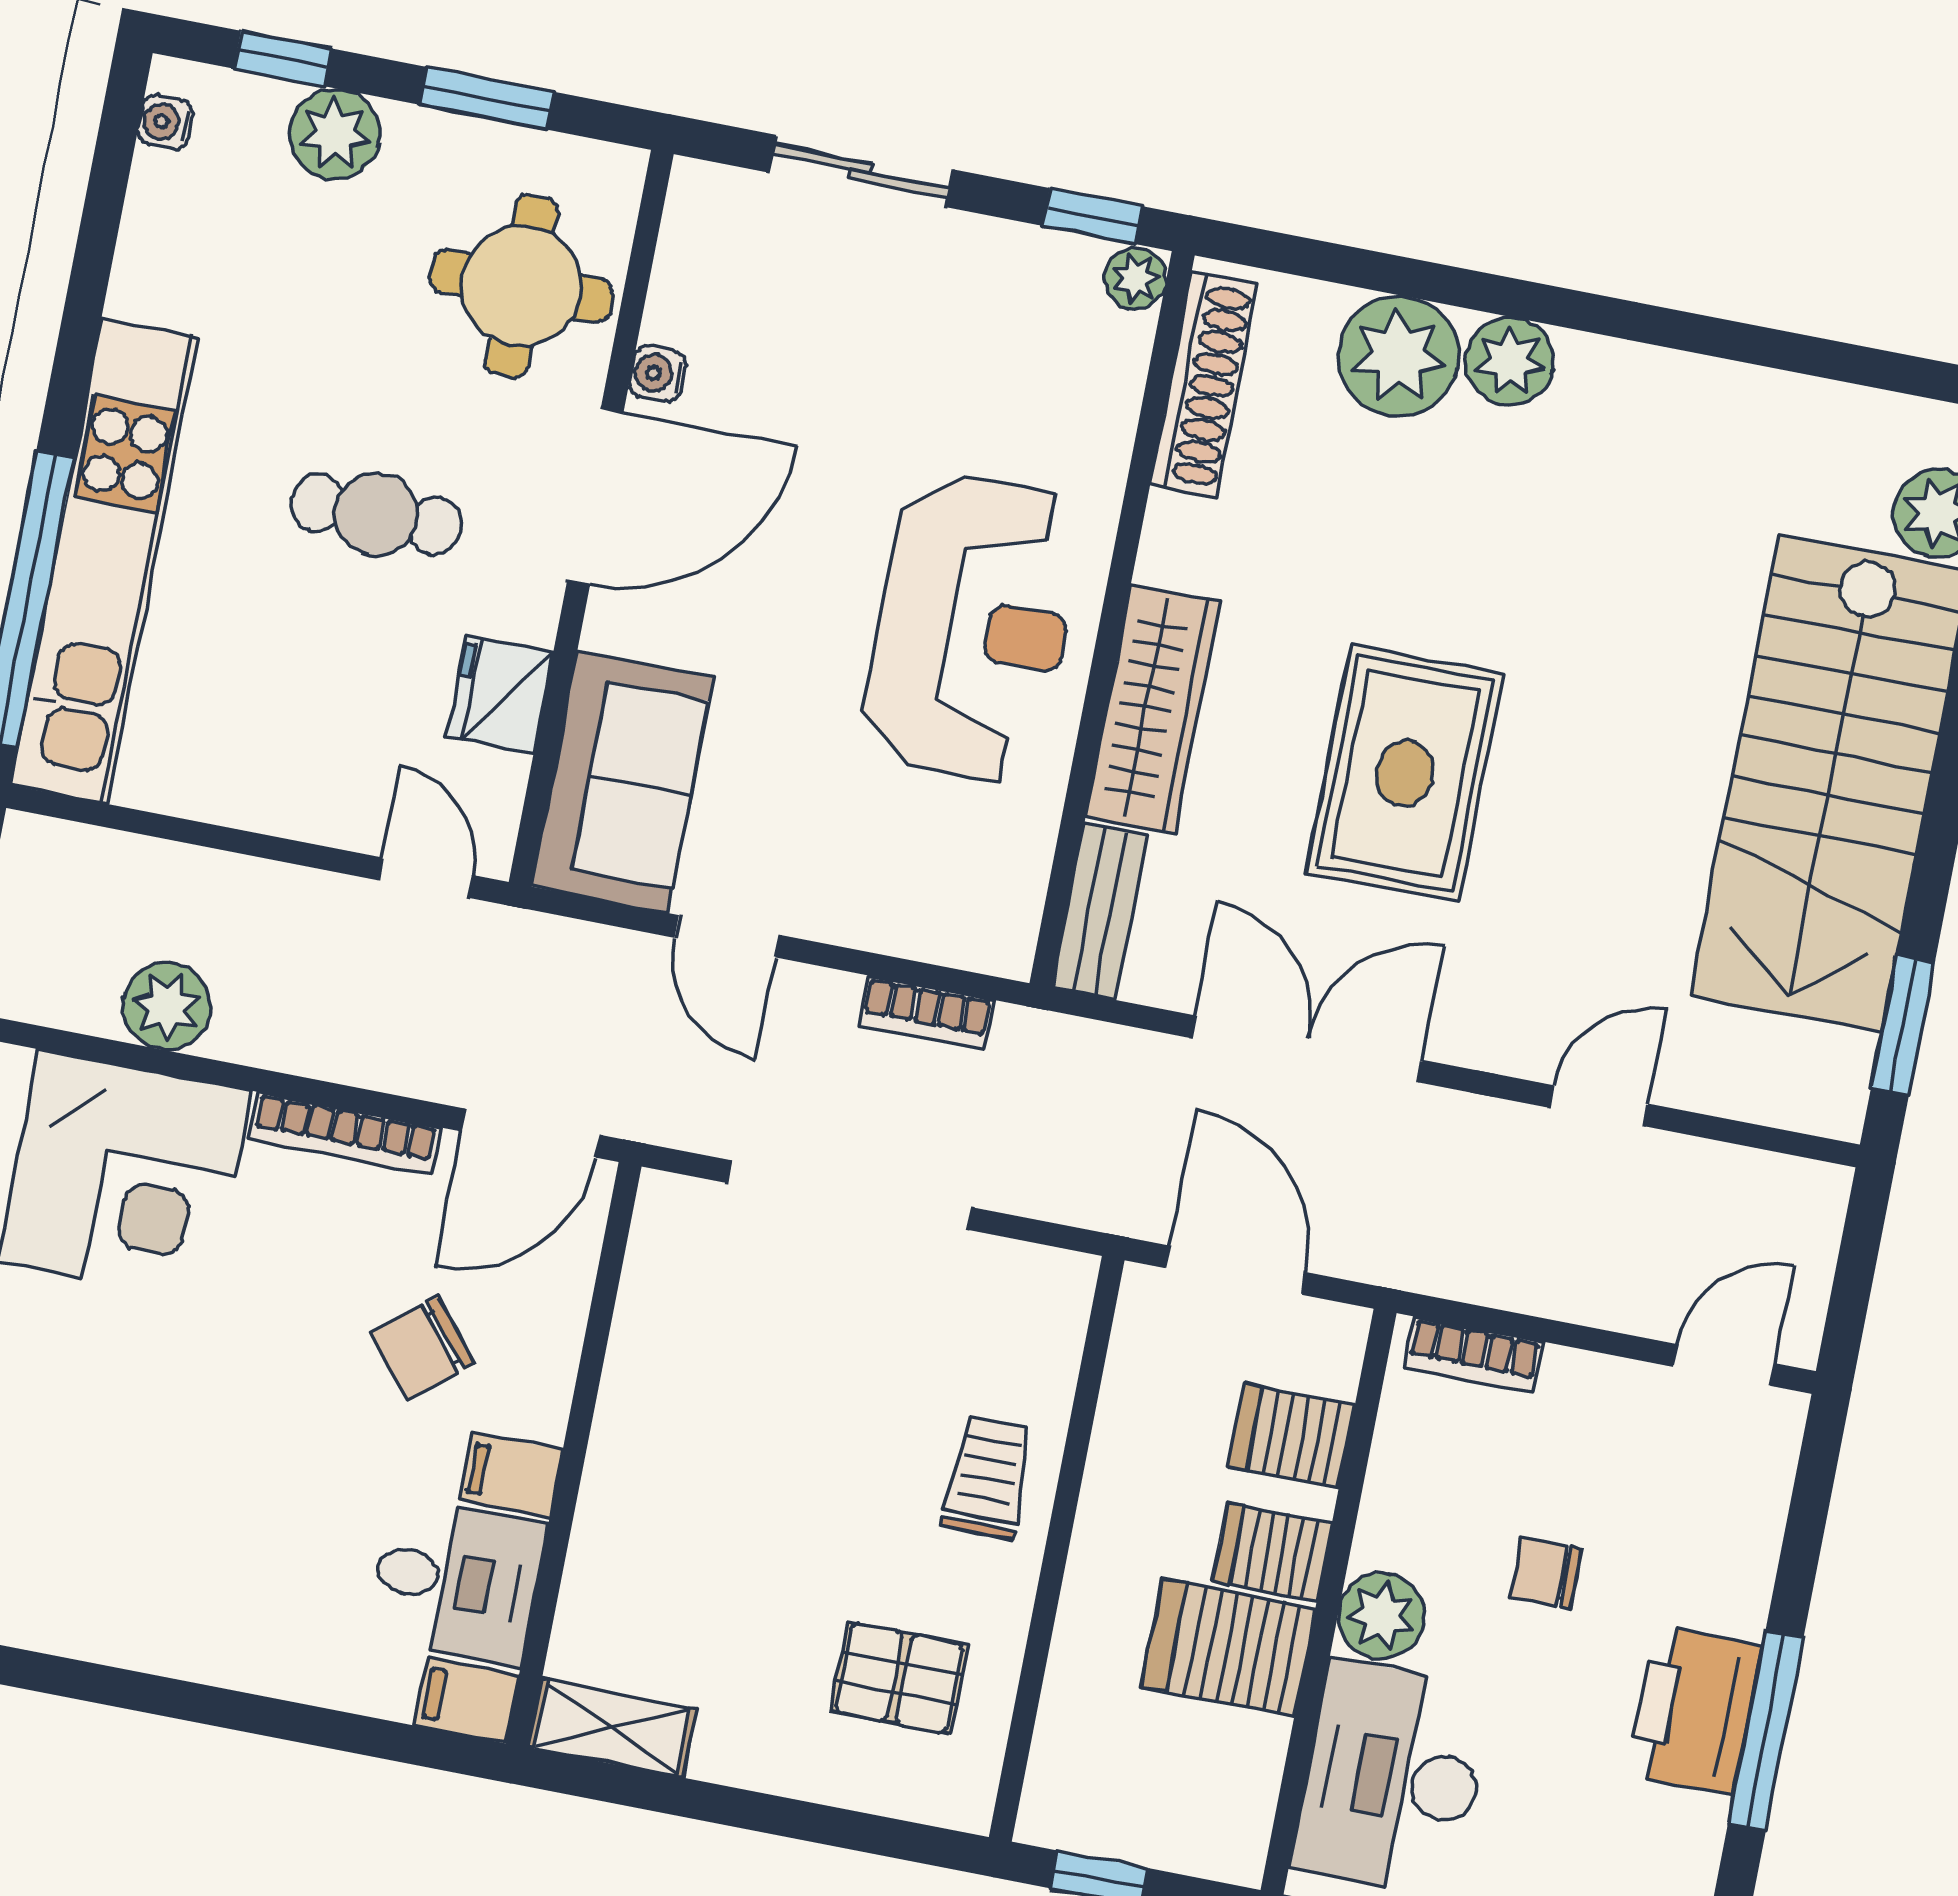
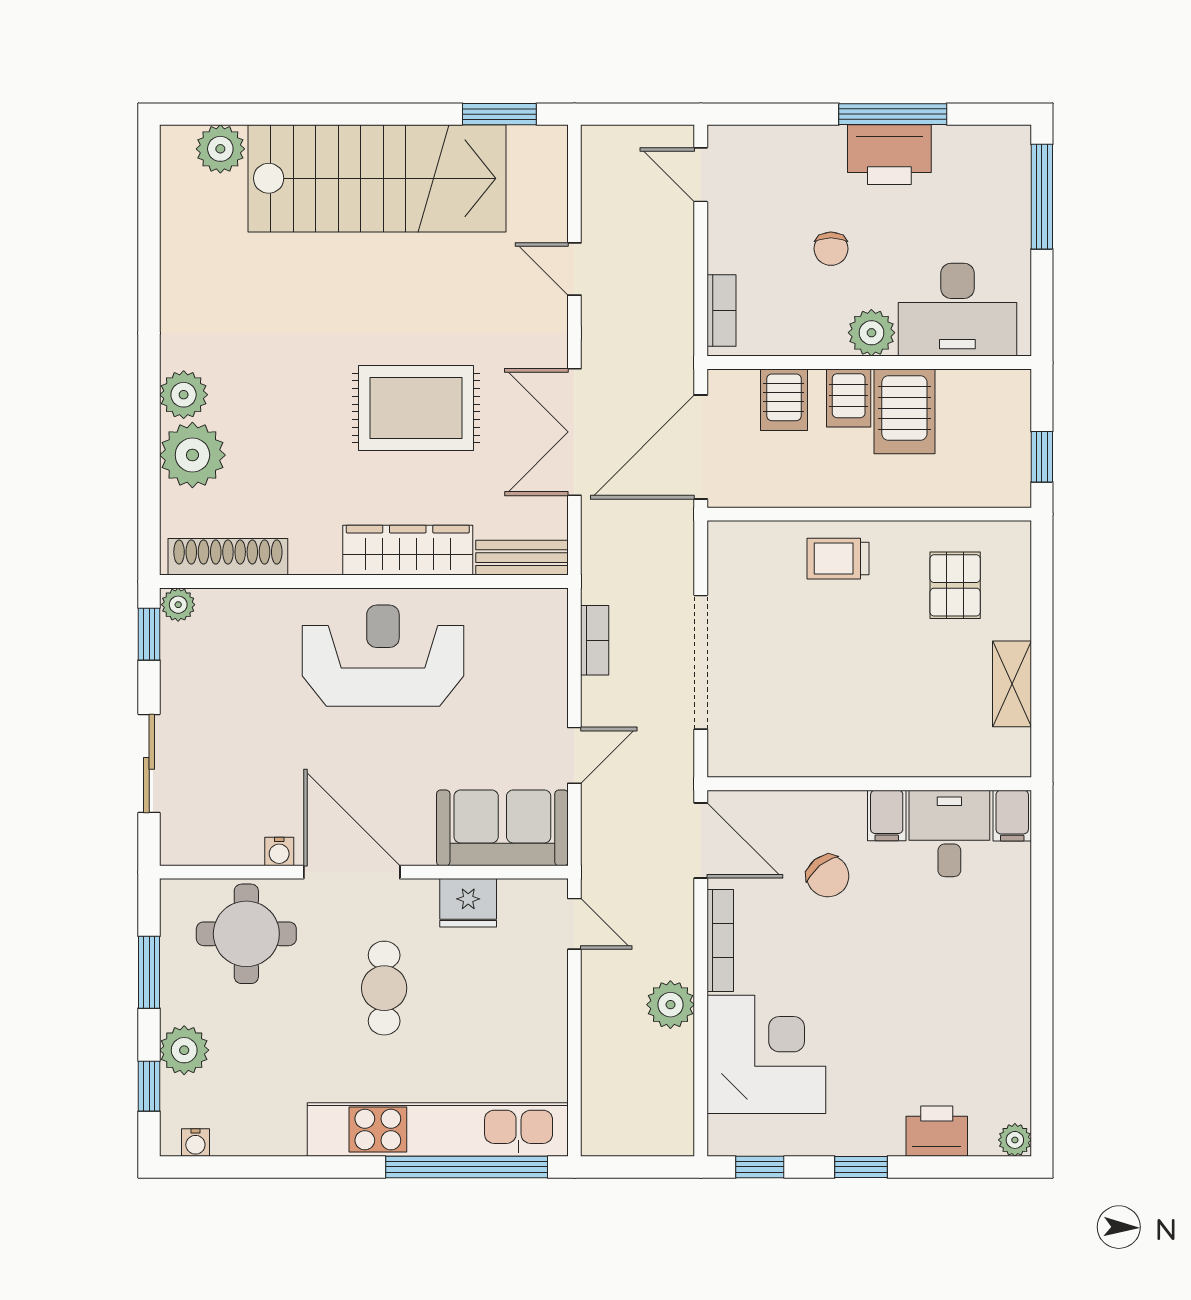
door: (425, 878) -> (574, 924), swing flipped
plant: (167, 1006) -> (670, 1005), moved
door: (1236, 1270) -> (701, 447), width x1.36
shelving: (612, 1728) -> (1012, 684), moved

